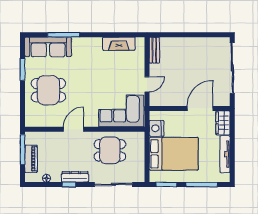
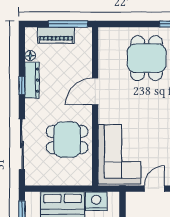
door: (147, 84) -> (154, 189), swing flipped
door: (74, 129) -> (95, 91), swing flipped
dining table: (110, 150) -> (67, 140), turned 90
dresser: (75, 177) -> (32, 80), moved

